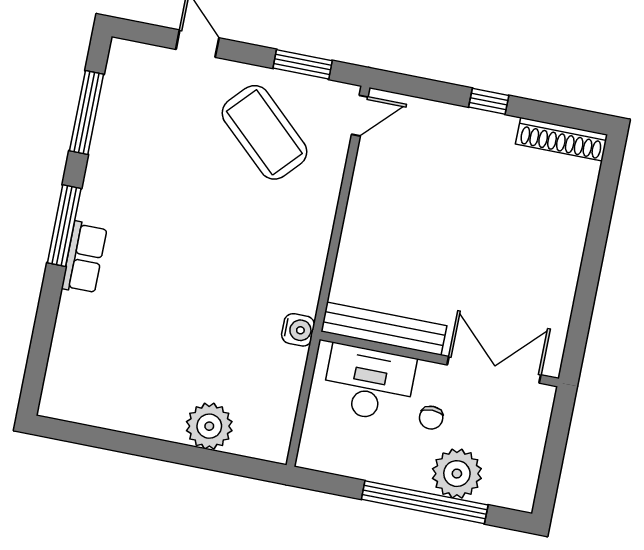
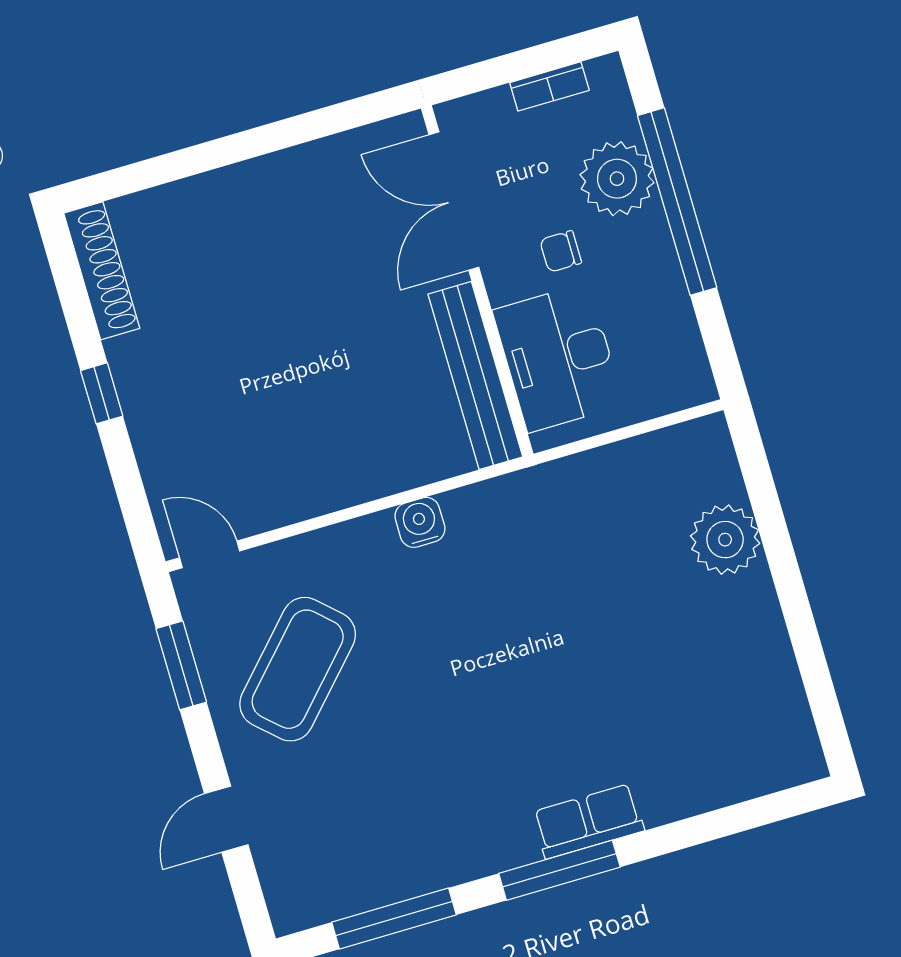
water cooler: (298, 330) -> (420, 522), moved
chair: (431, 418) -> (561, 251), turned 180
bookcase: (533, 462) -> (549, 86), added

